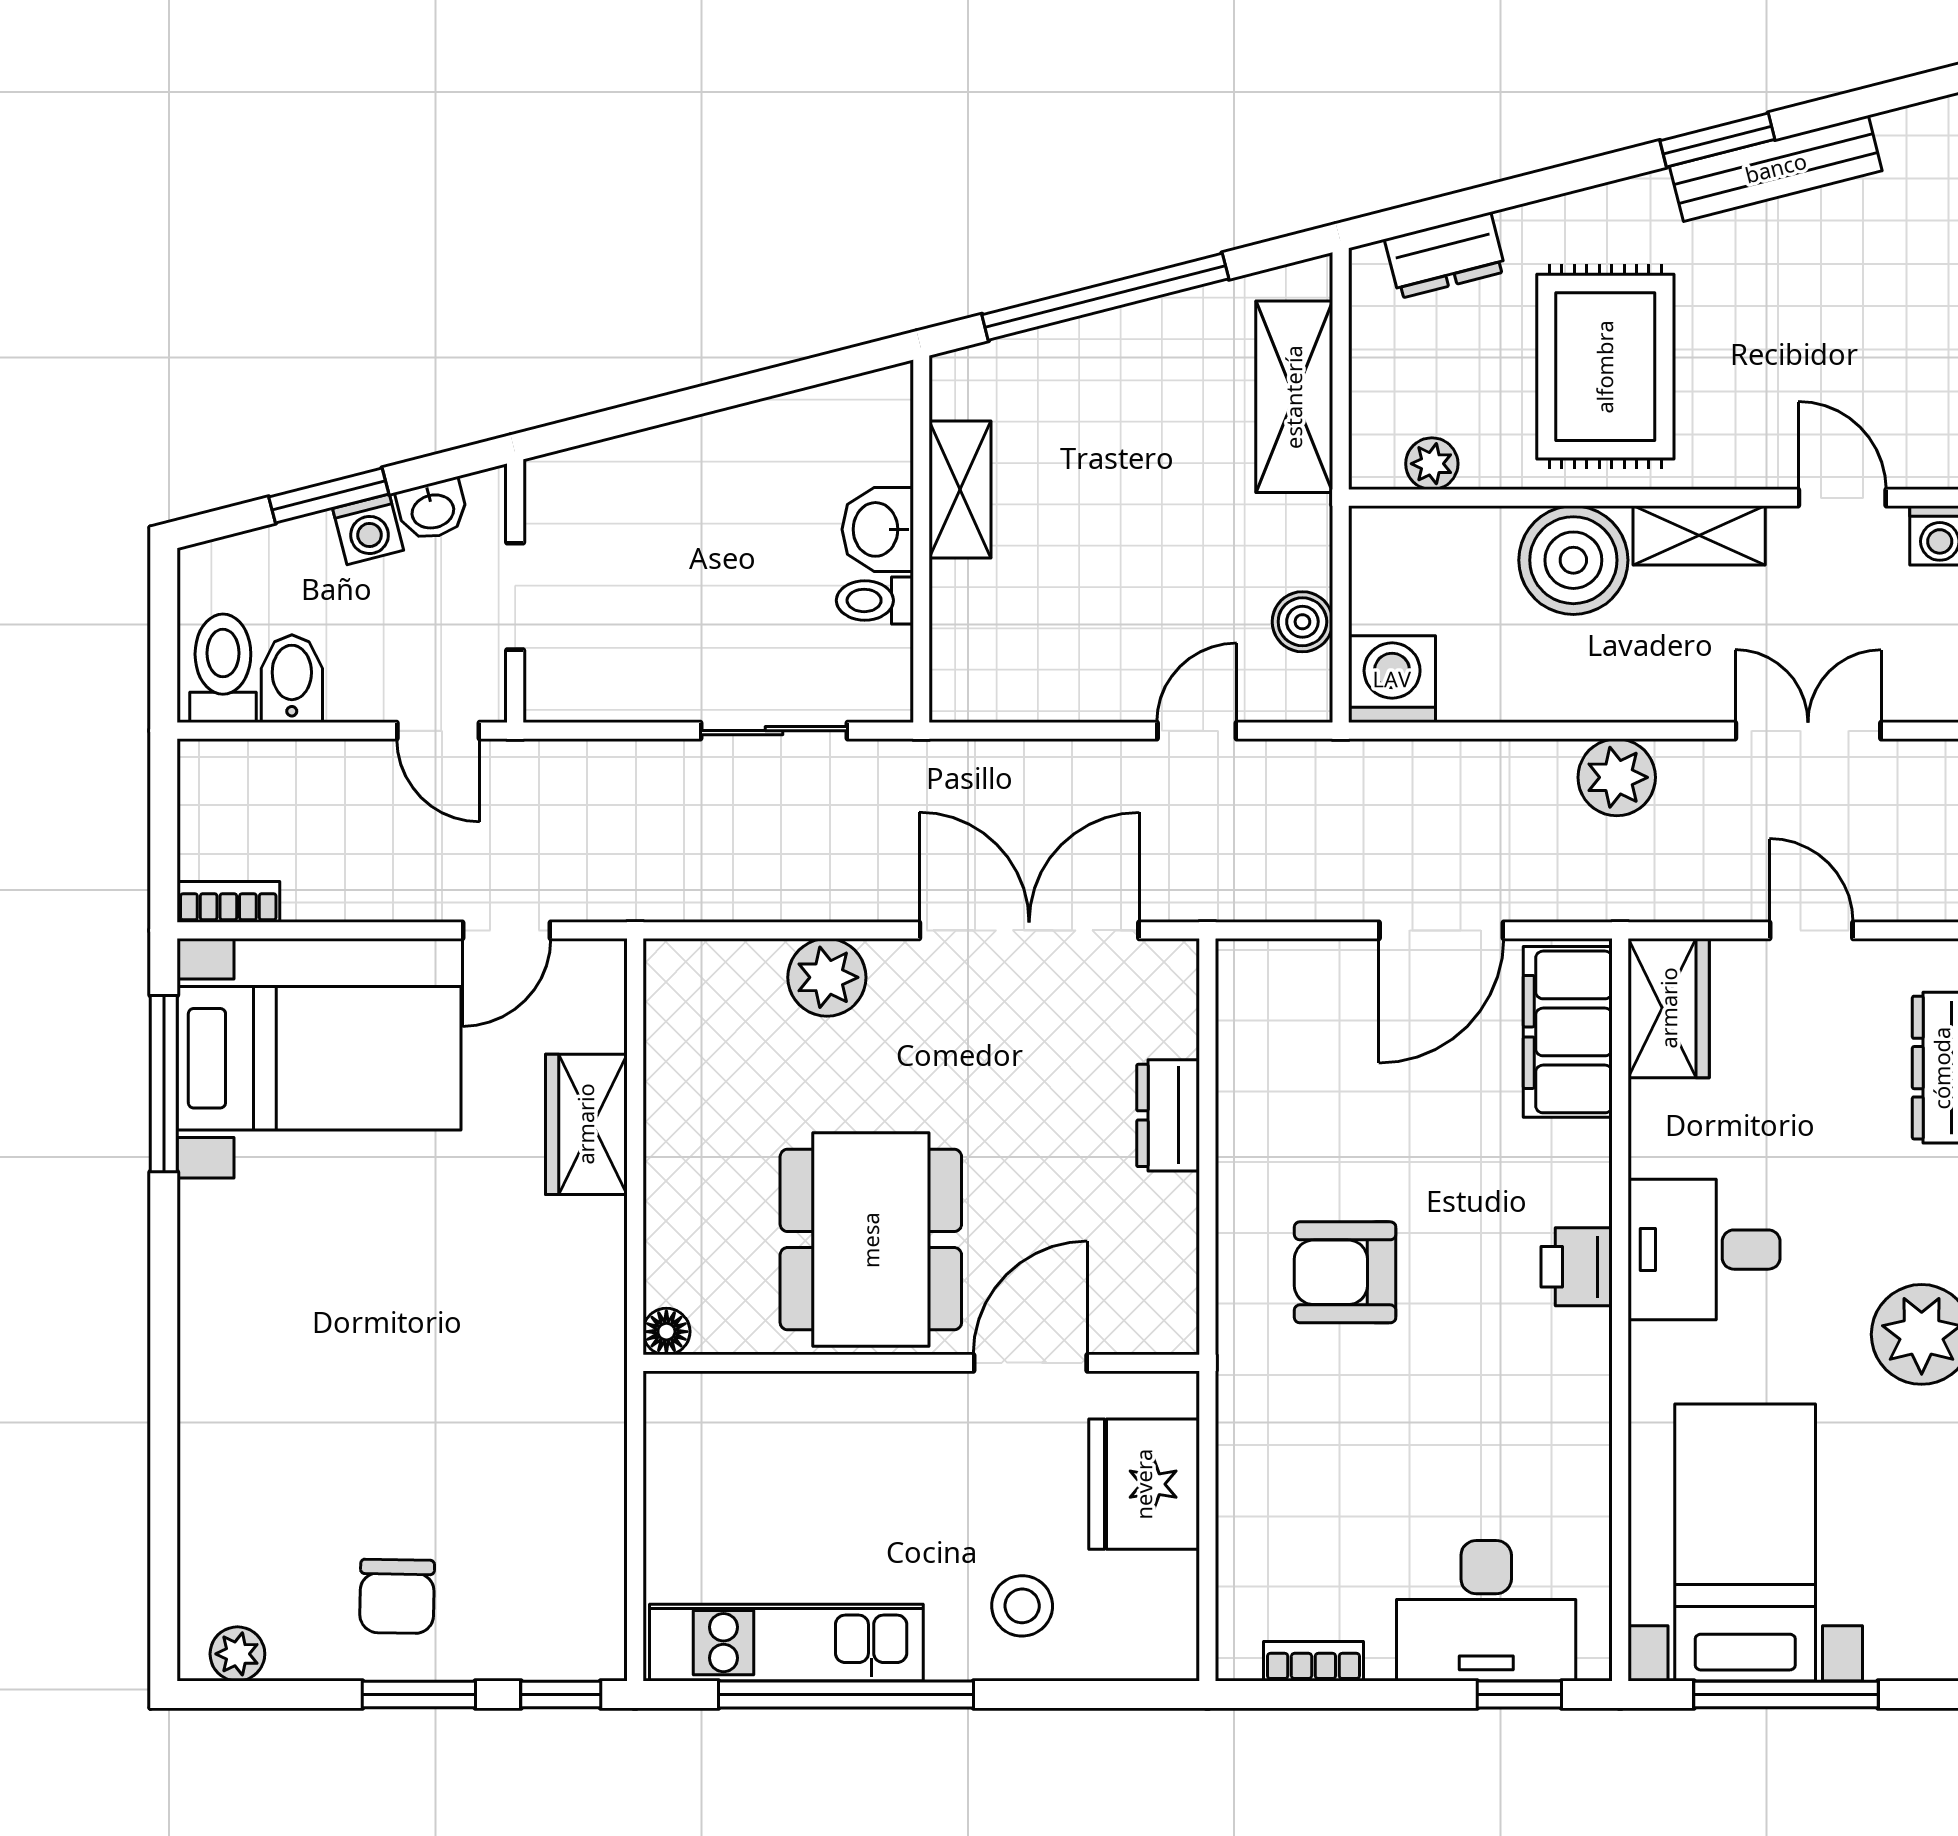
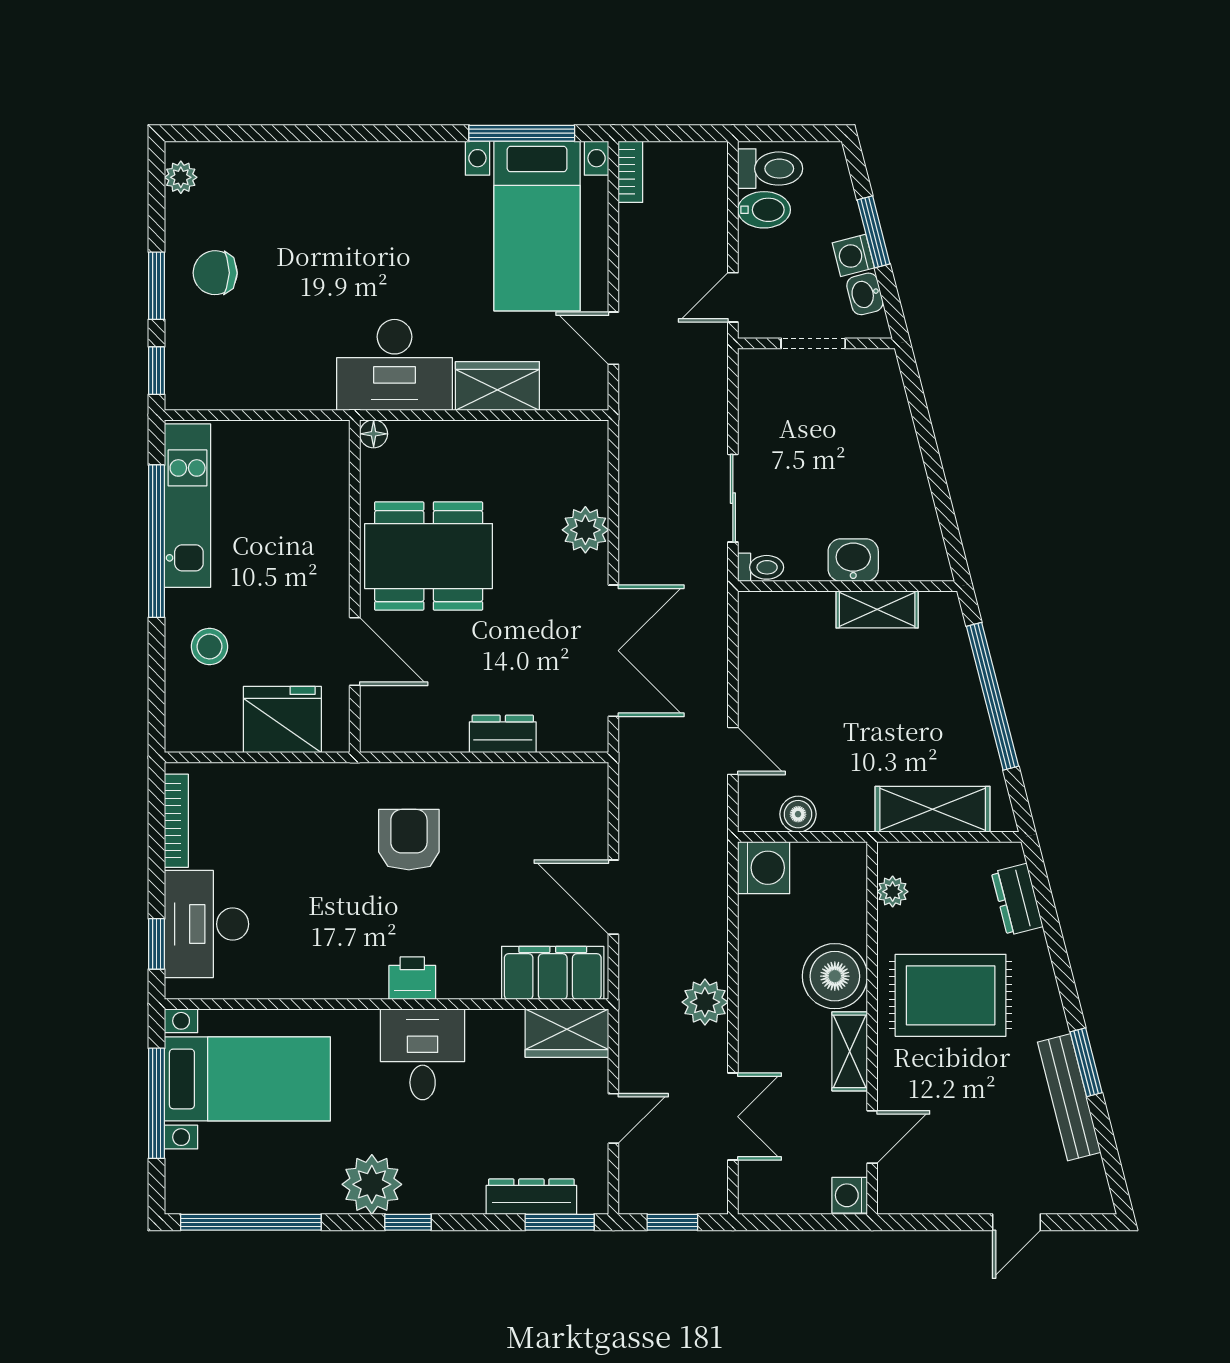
toilet: (875, 600) -> (761, 567), moved, turned 90
desk: (551, 1297) -> (394, 365), added
bookcase: (1313, 1661) -> (176, 821), width x1.56

